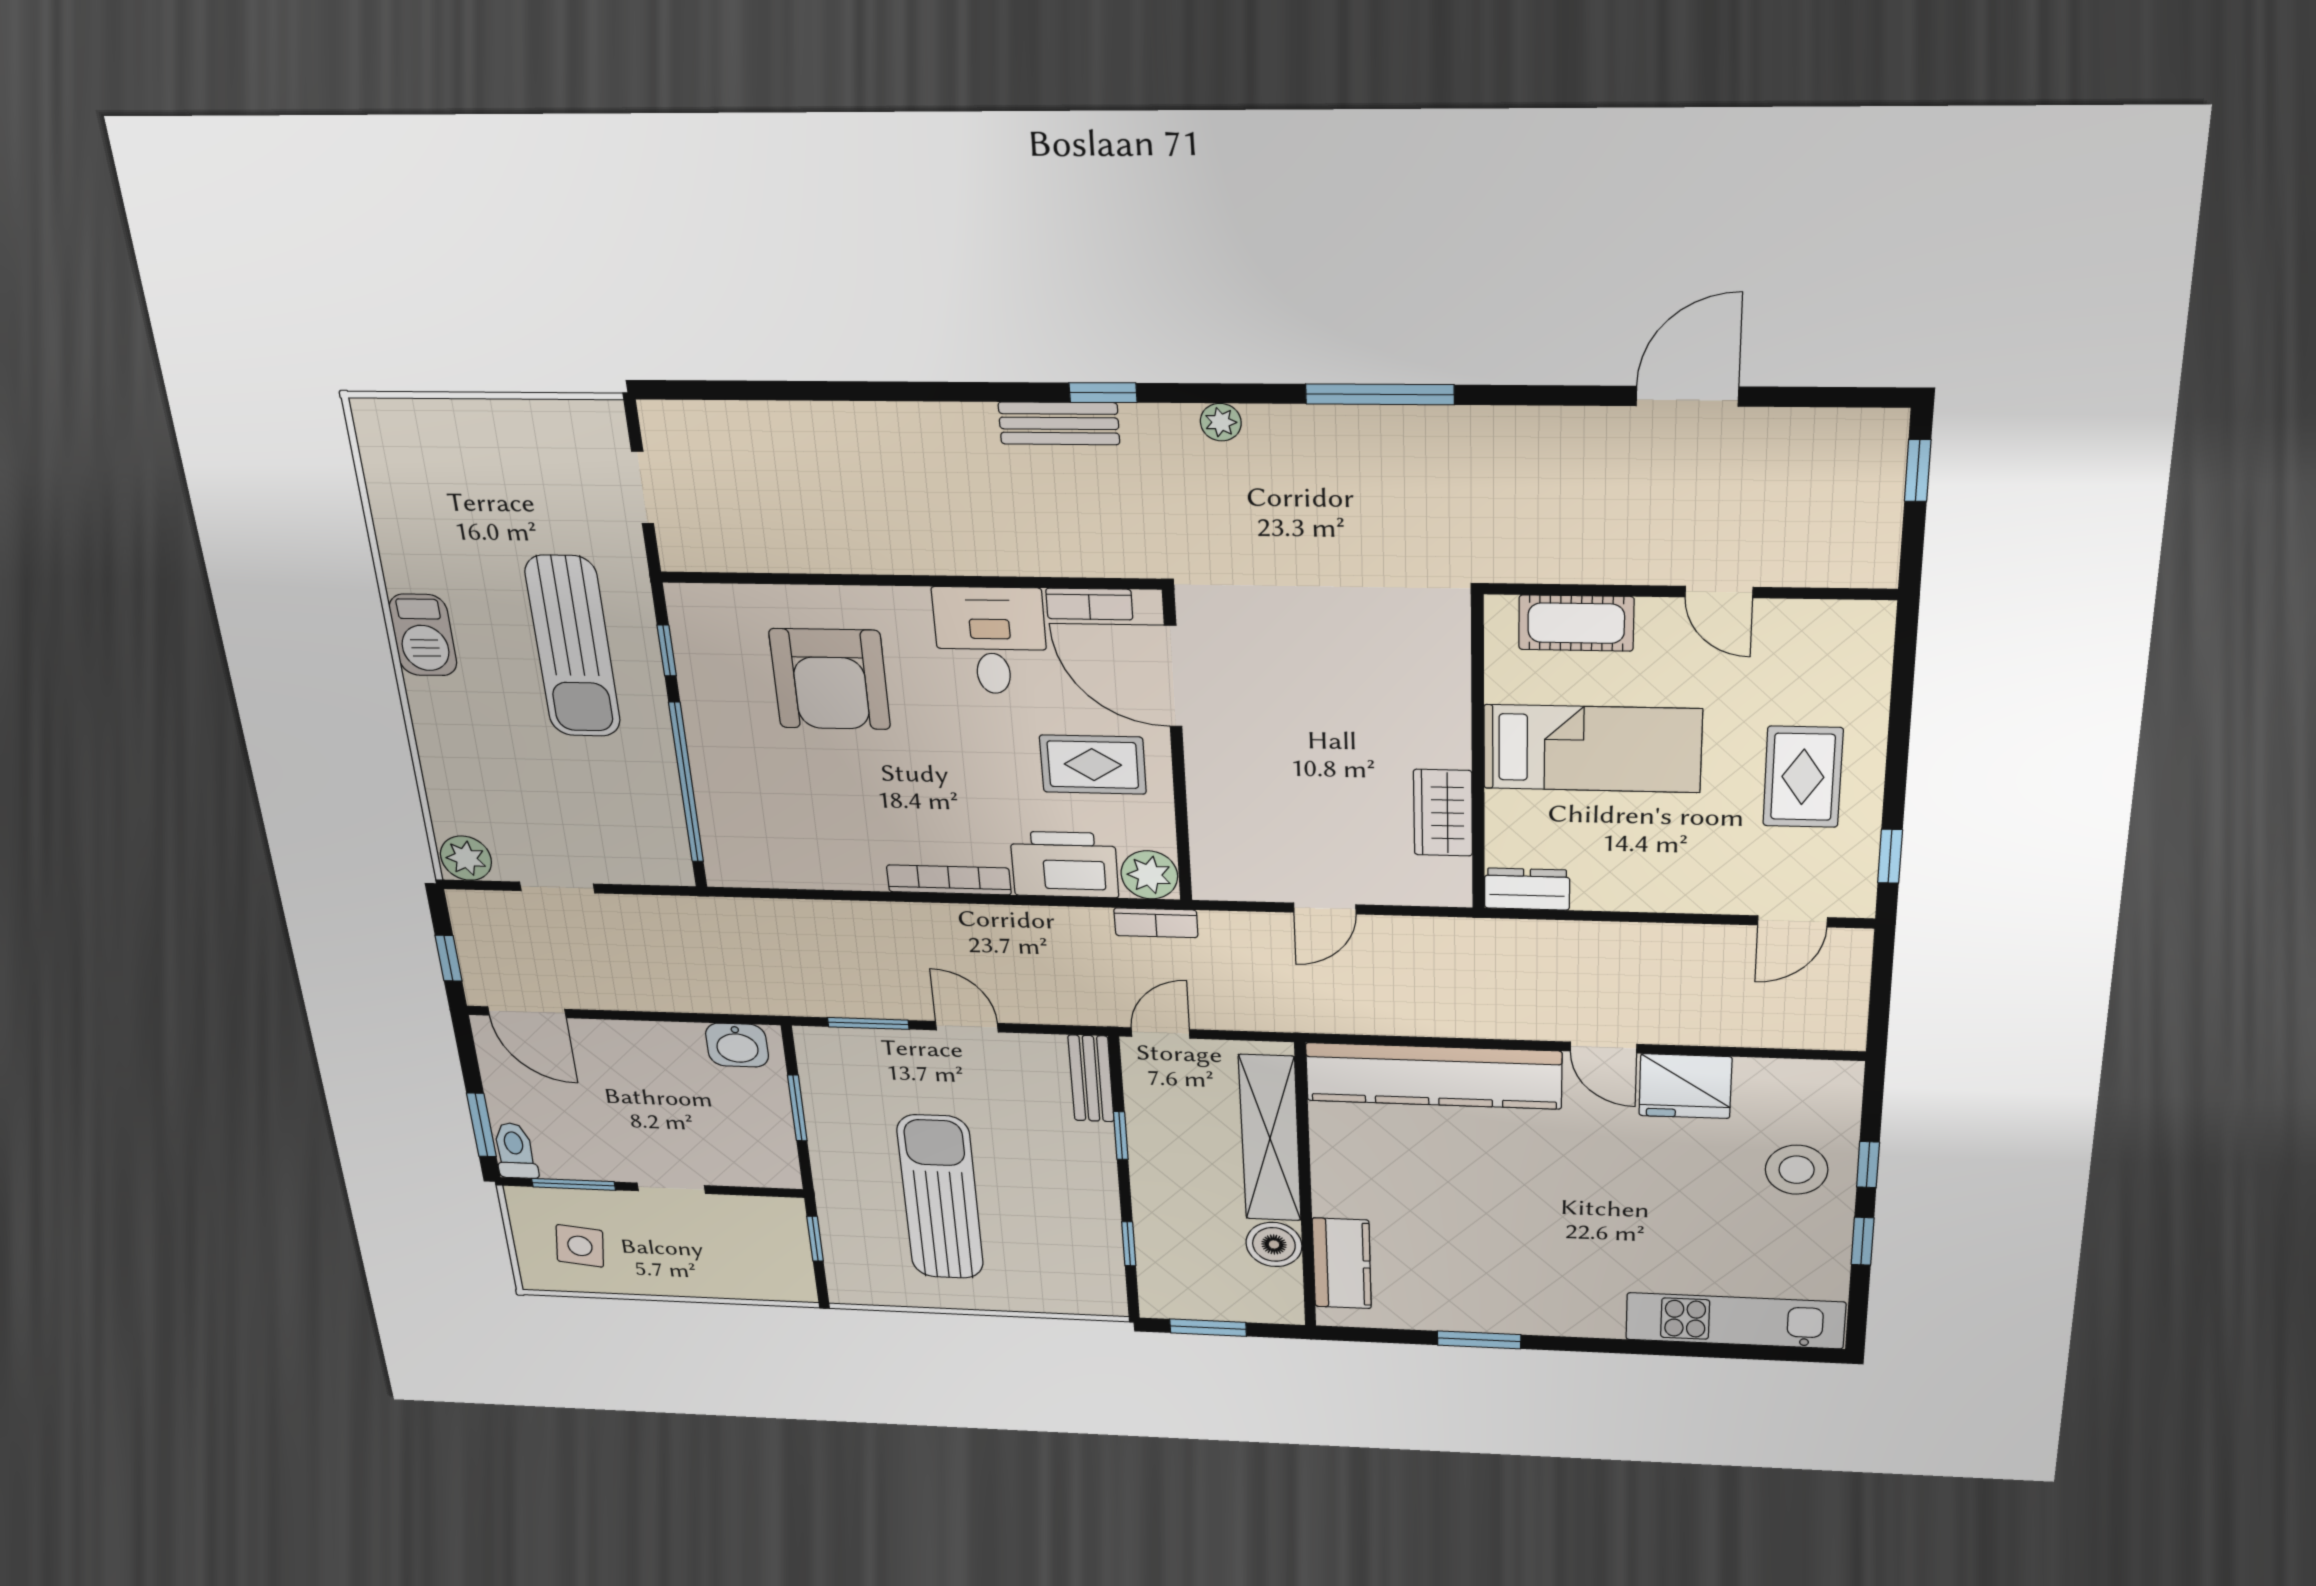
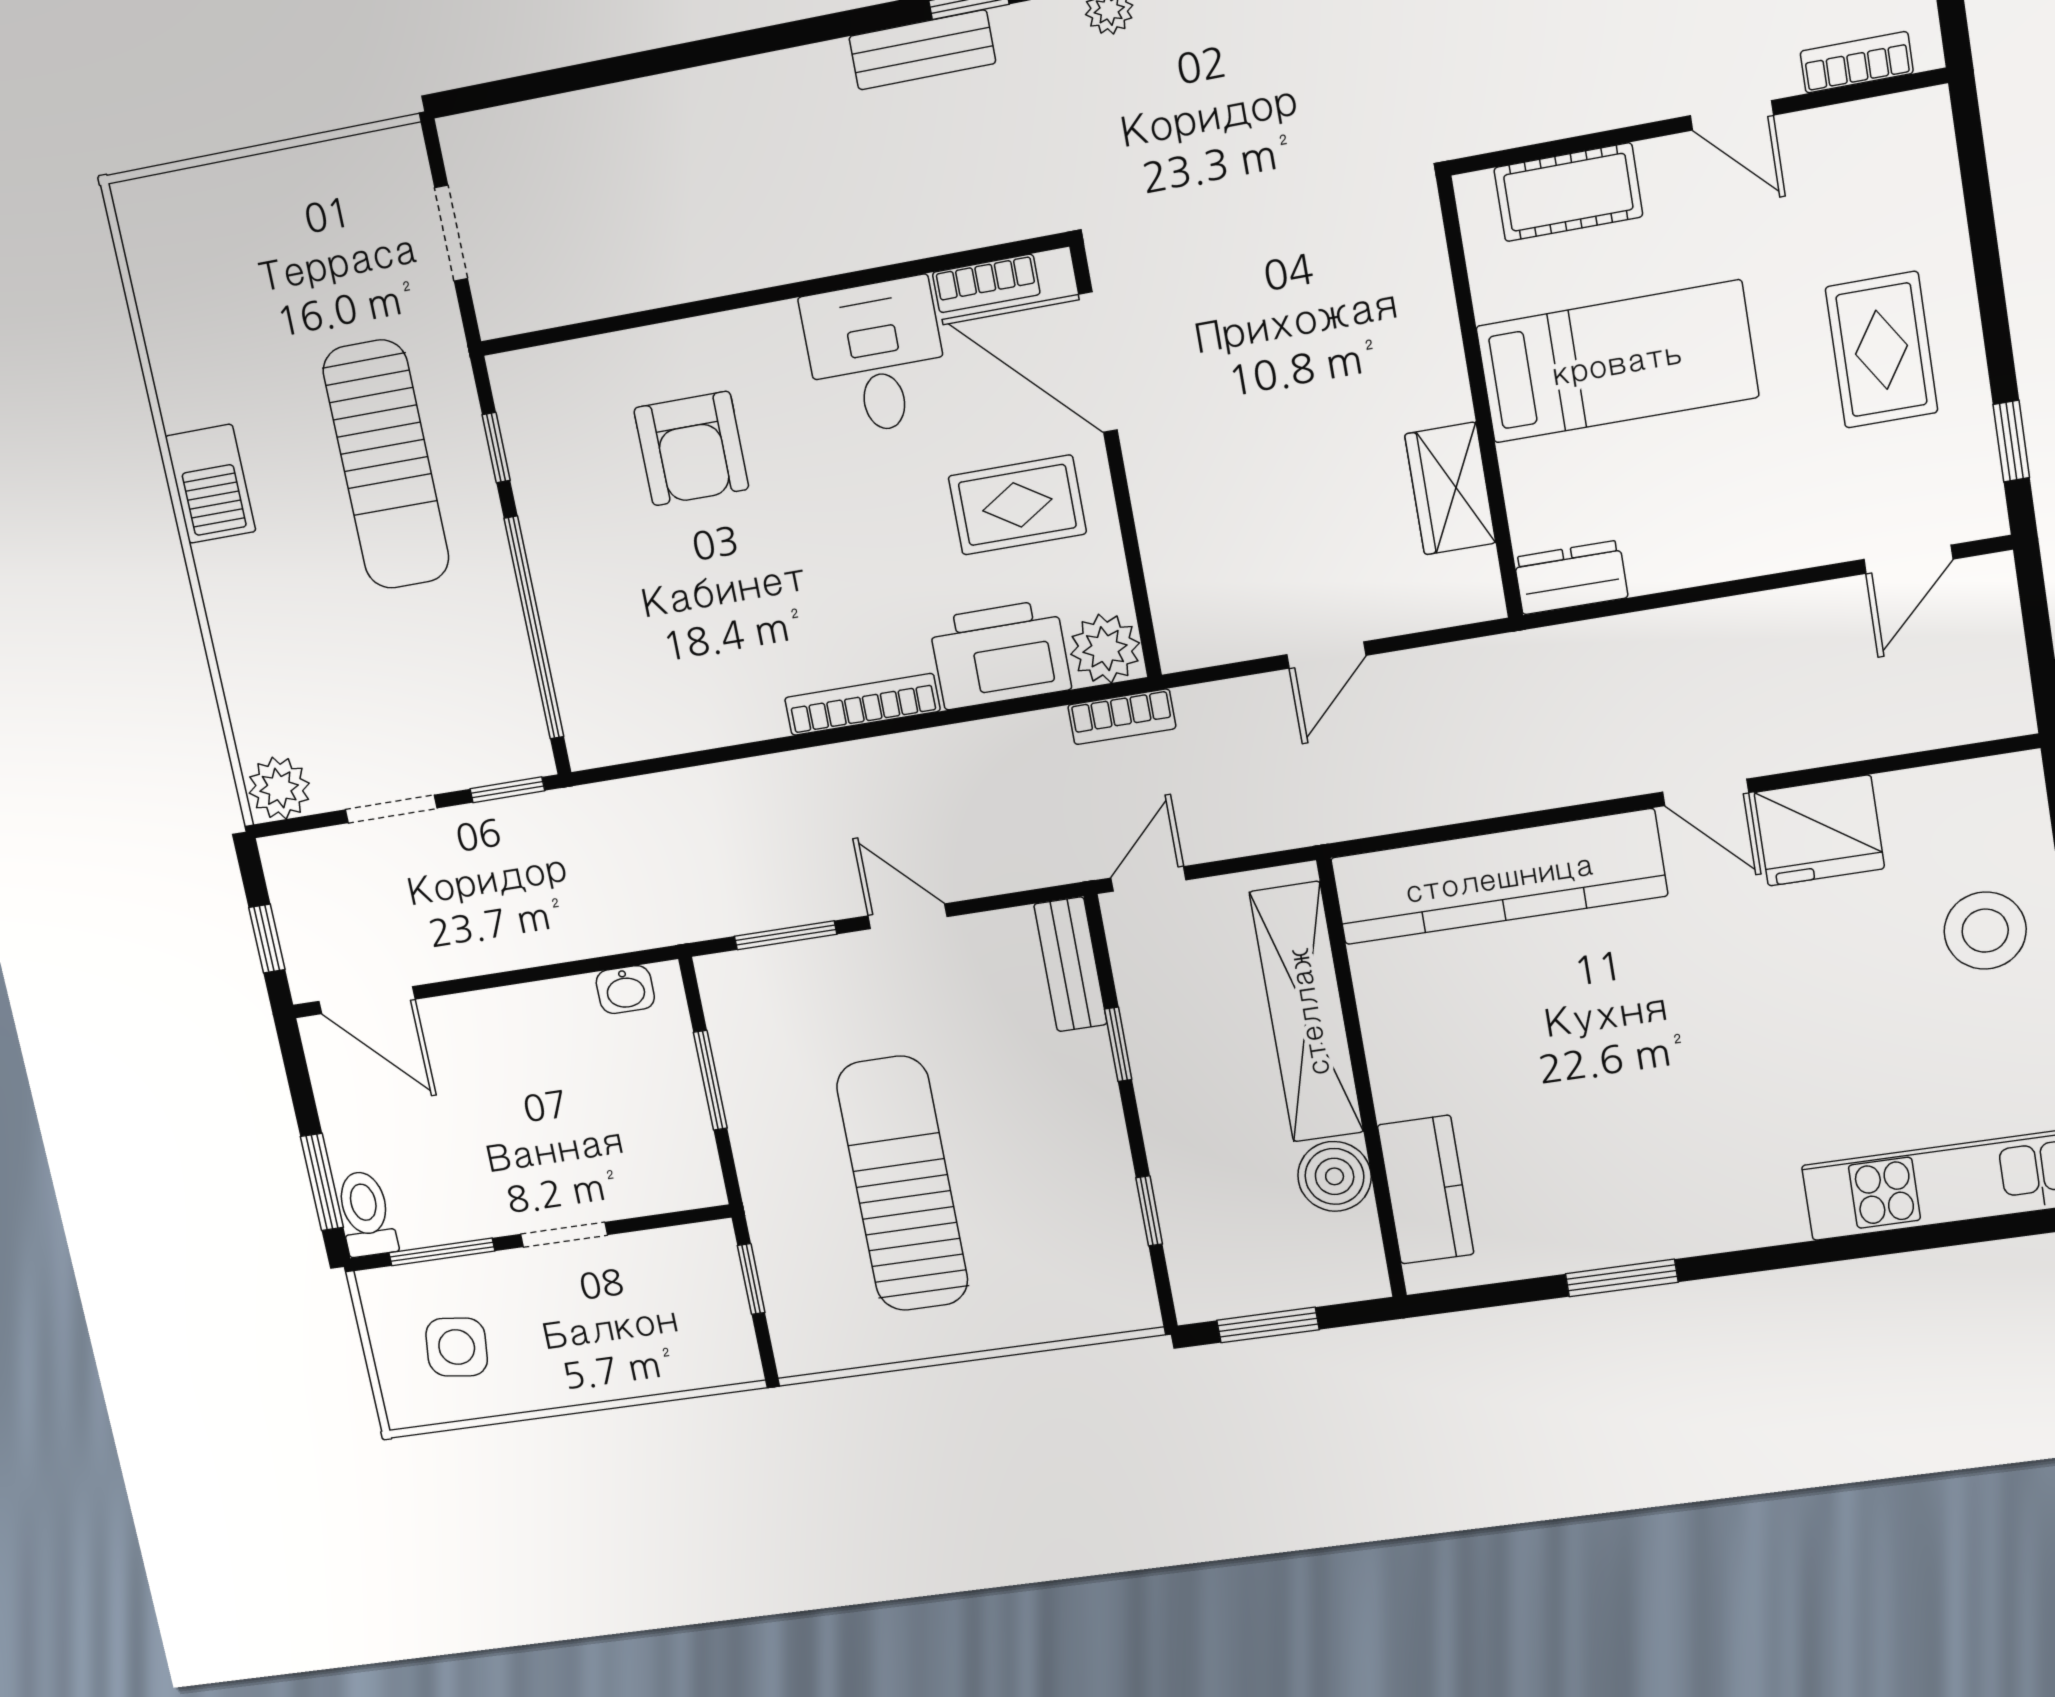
bookcase: (1828, 572) -> (1857, 62), added
armchair: (830, 679) -> (691, 449), width x0.73, depth x0.73
window: (654, 890) -> (507, 790), added
washbasin: (737, 1045) -> (625, 990), width x0.72, depth x0.69

